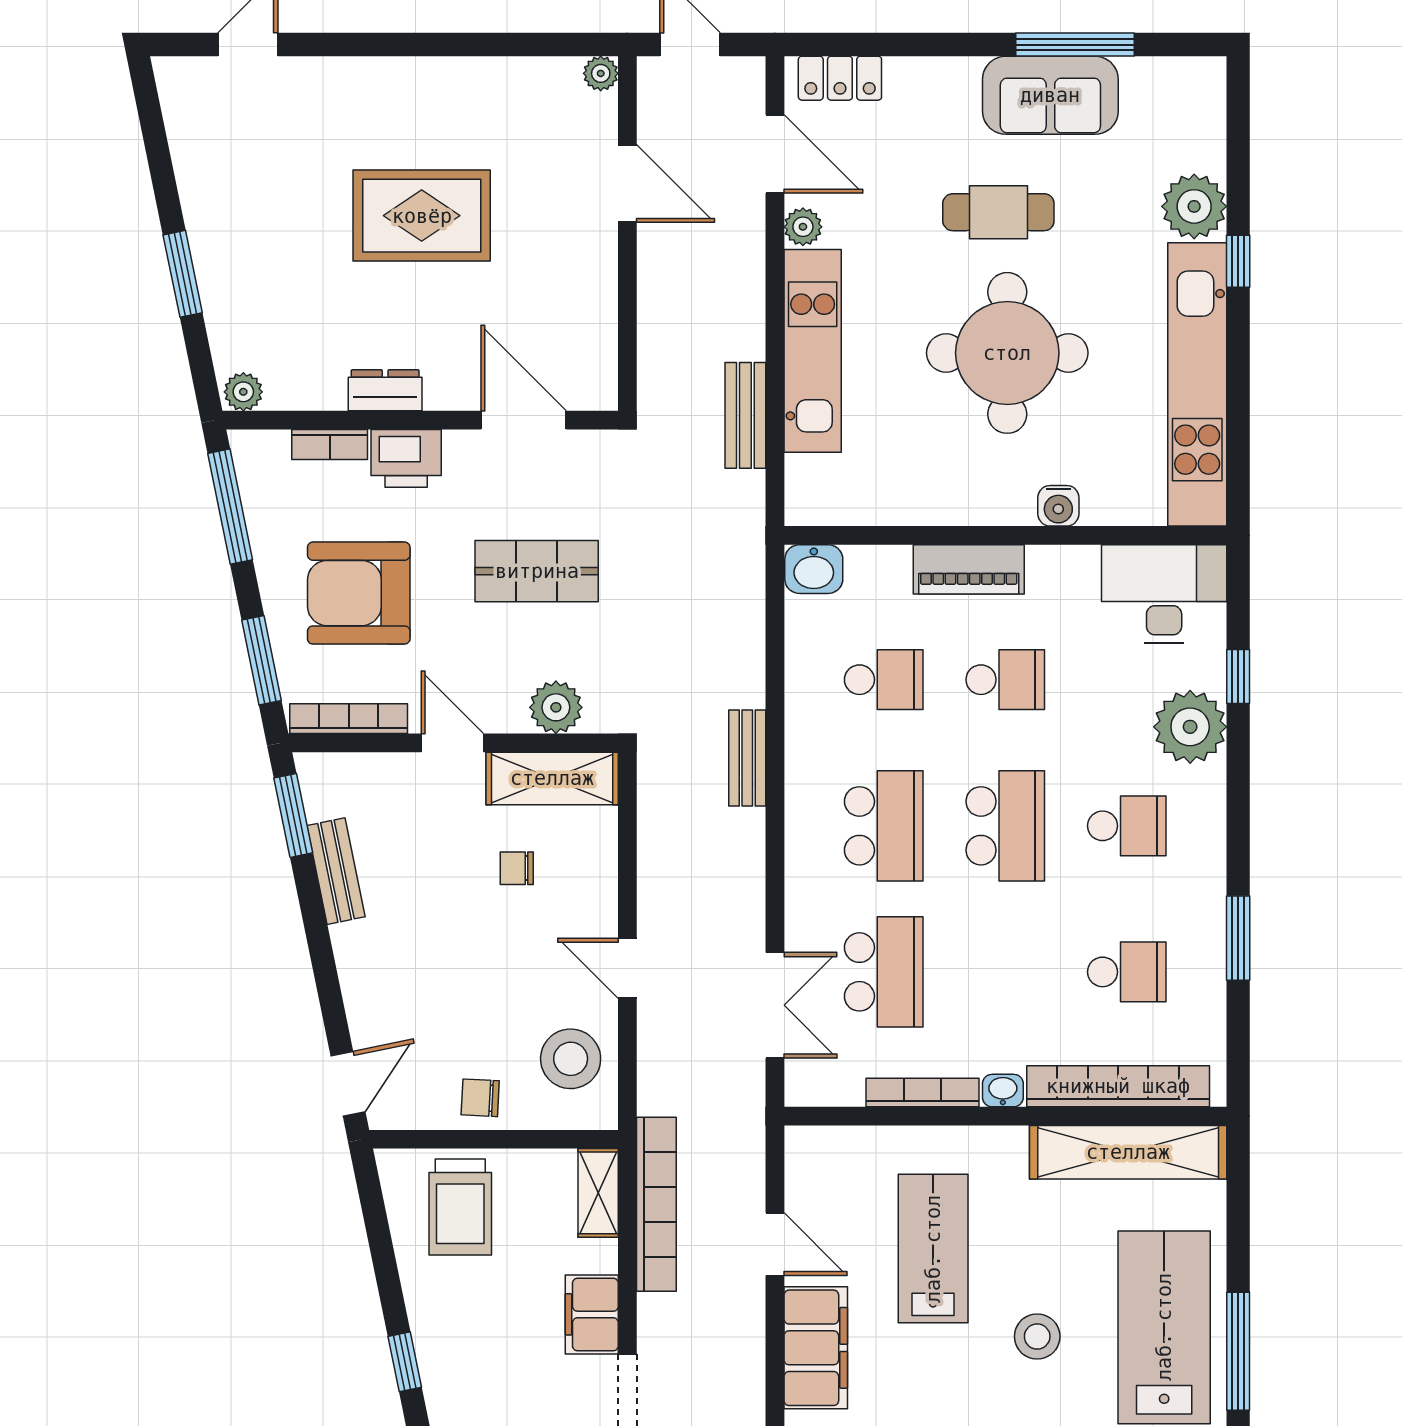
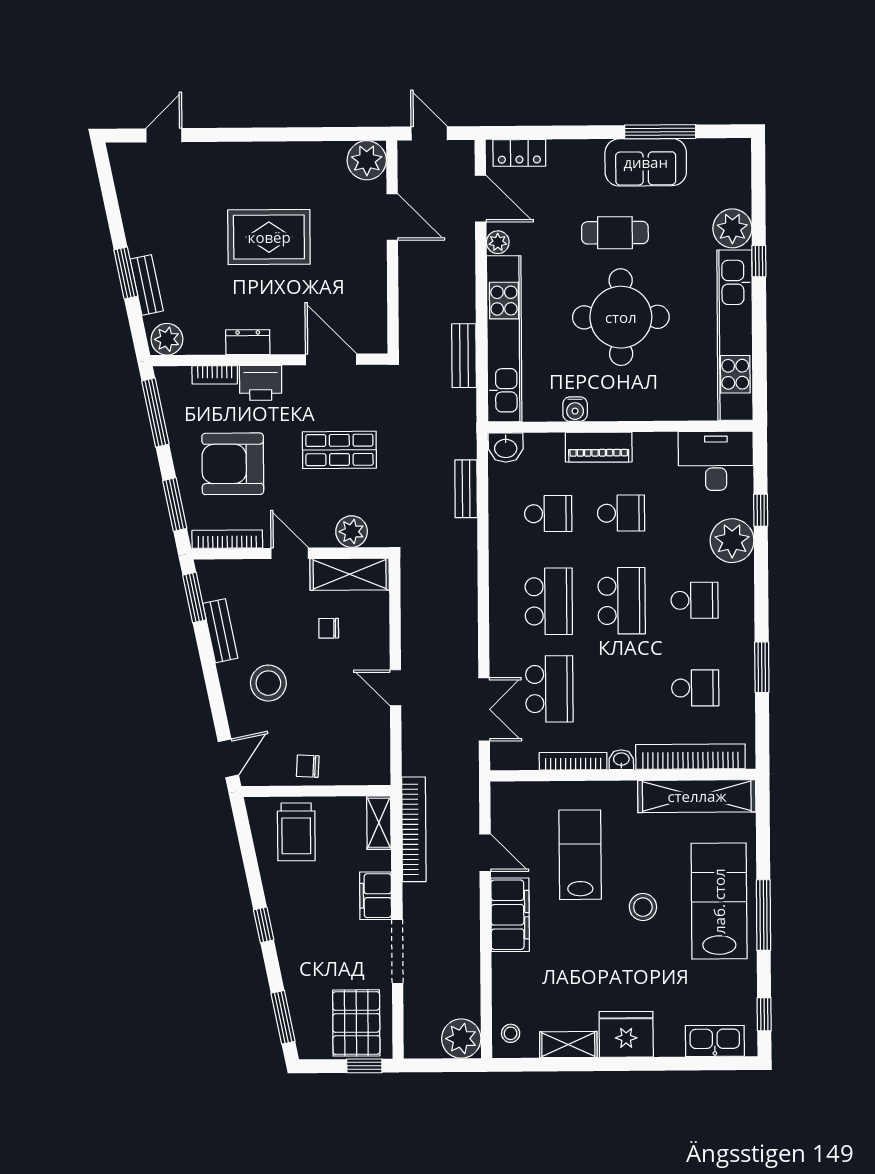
plant: (601, 73) -> (367, 160), width x1.87, depth x1.87
bench: (217, 294) -> (147, 285), added
kitchen unit: (813, 351) -> (504, 339), width x1.36
plant: (243, 392) -> (167, 339), width x1.38, depth x1.38
water cooler: (1058, 506) -> (575, 409), moved
bench: (747, 758) -> (466, 489), moved
stool: (571, 1059) -> (268, 683), moved

